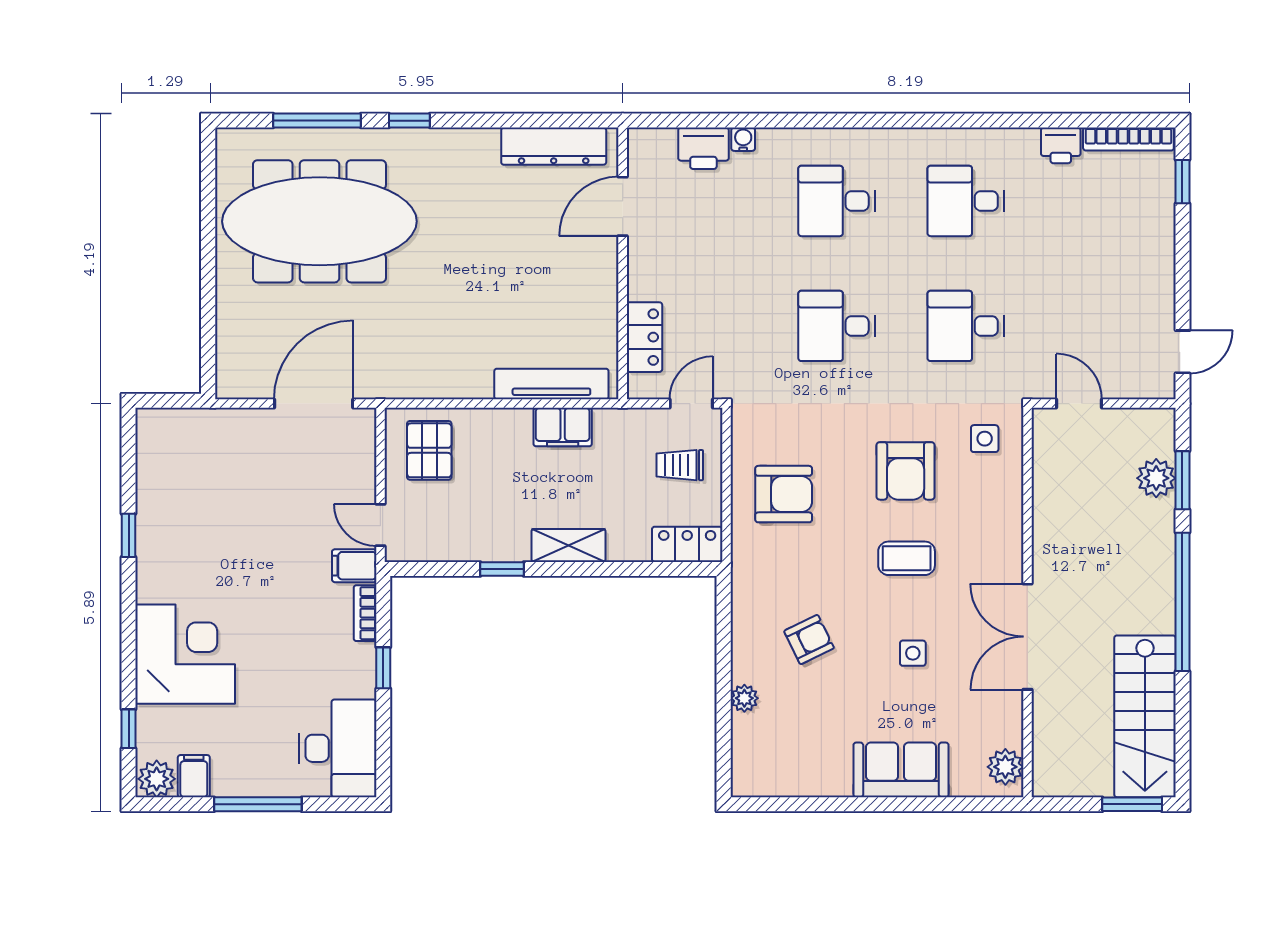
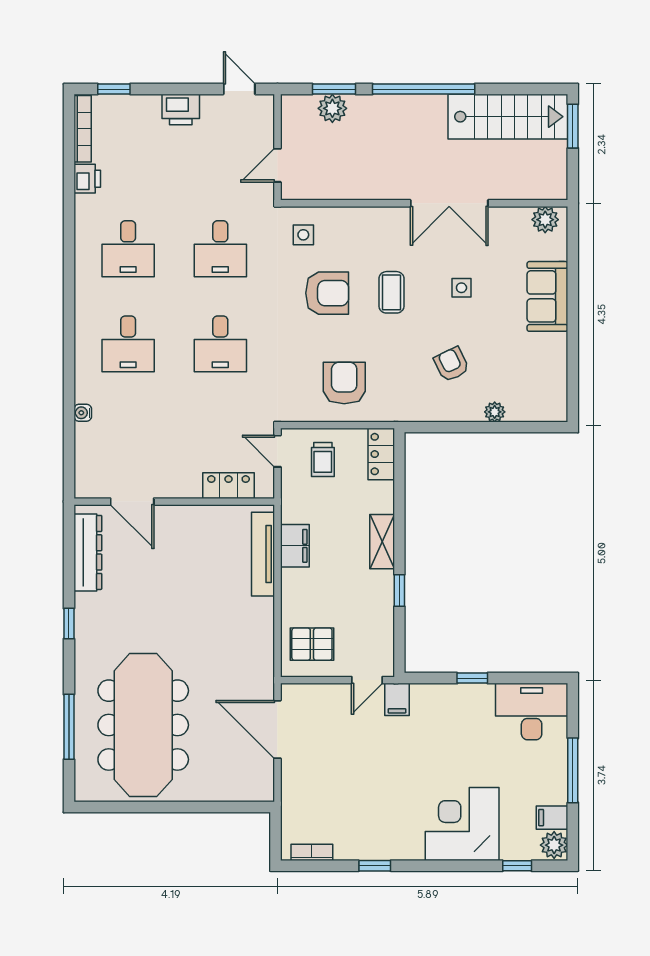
window: (409, 121) -> (69, 624), moved
printer: (703, 148) -> (181, 109), moved, turned 90
bookcase: (365, 613) -> (312, 852), moved, turned 180

